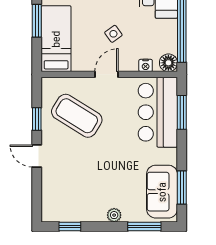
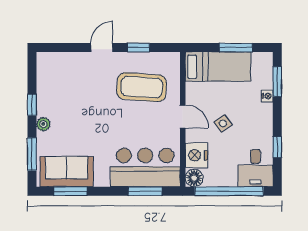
nightstand: (146, 65) -> (196, 155), width x1.89, depth x1.79
coffee table: (77, 116) -> (142, 87), turned 62
window: (70, 226) -> (32, 105), moved

